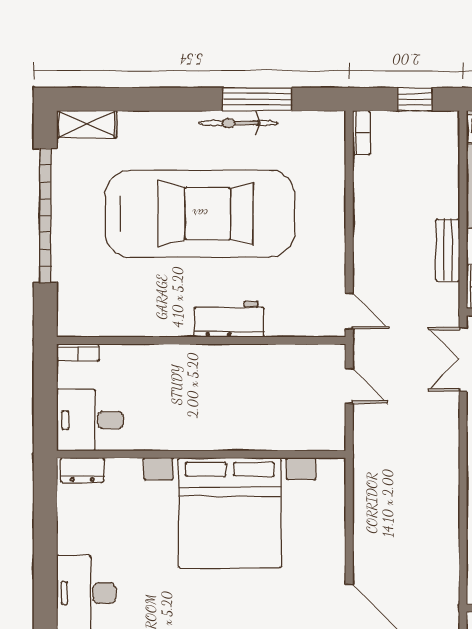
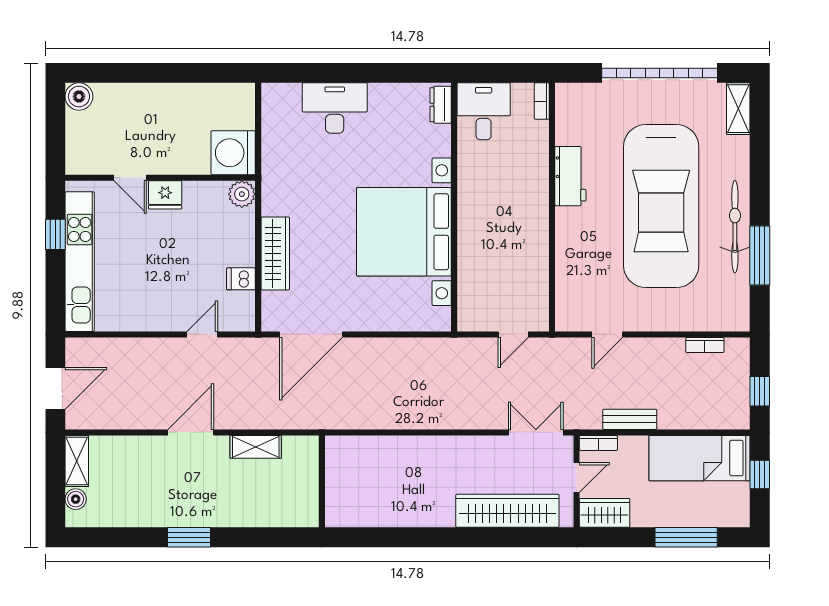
bicycle: (238, 123) -> (735, 227), width x1.37, depth x1.40
bookcase: (361, 133) -> (705, 345), moved
door: (349, 311) -> (607, 334), moved
workbench: (229, 319) -> (570, 176), moved

